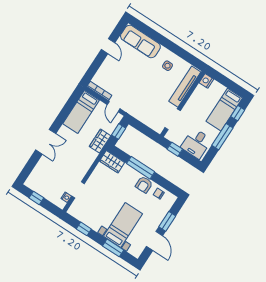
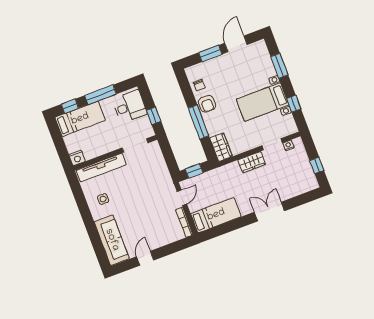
wardrobe: (100, 141) -> (252, 162), moved
armchair: (144, 185) -> (207, 104), turned 90
bed with nightstands: (123, 225) -> (263, 102), moved

